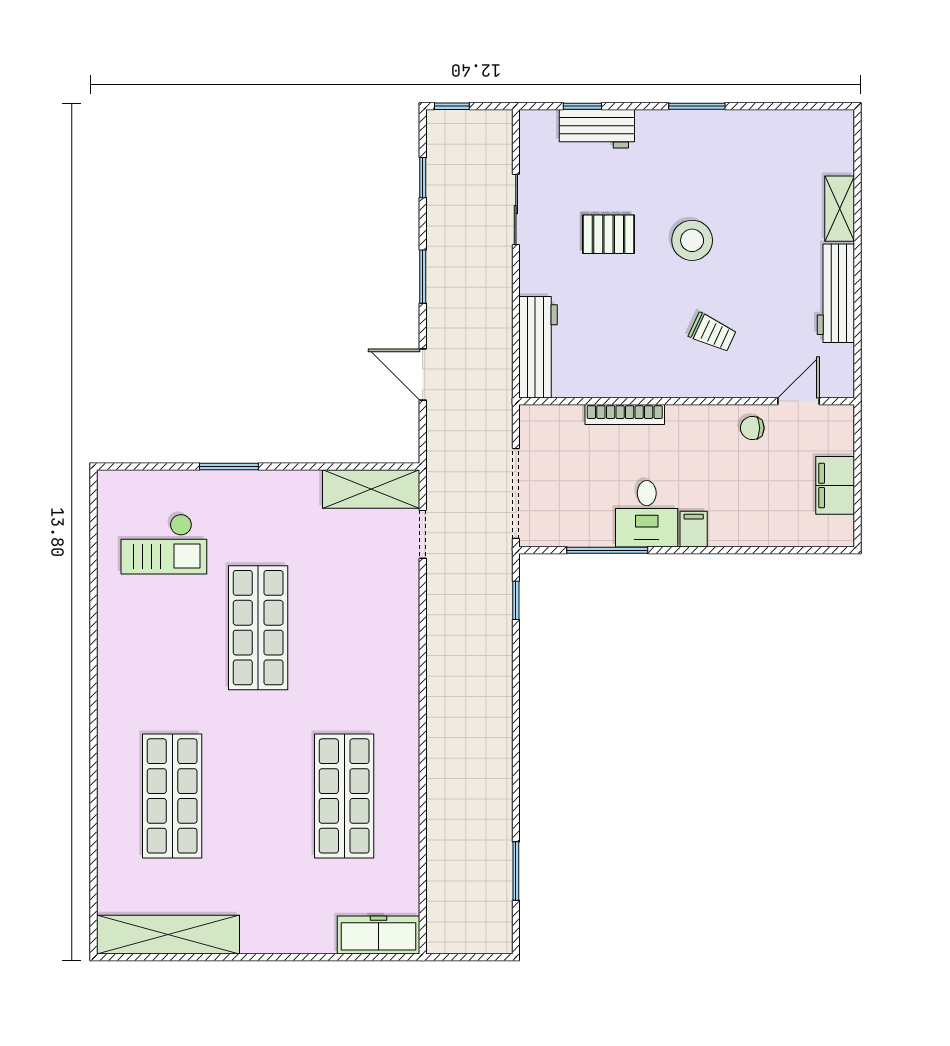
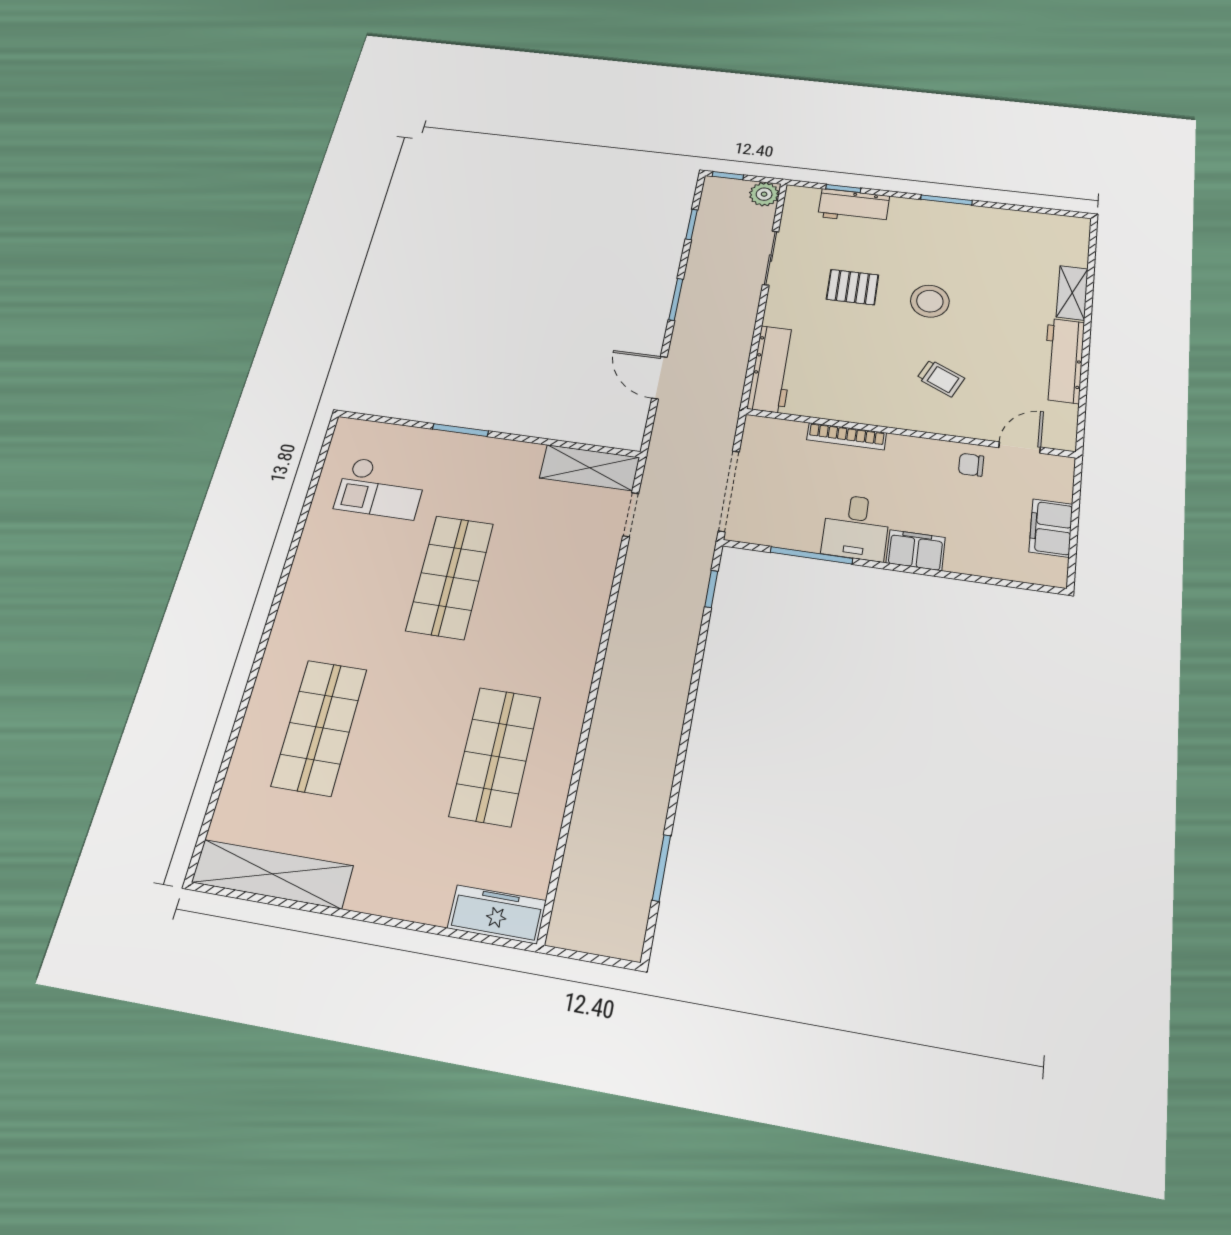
plant: (496, 126) -> (764, 194), added
filing cabinet: (694, 529) -> (916, 550), width x2.00

